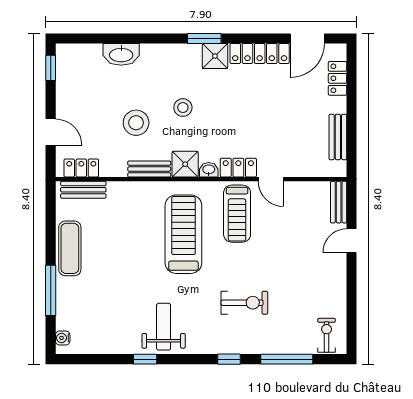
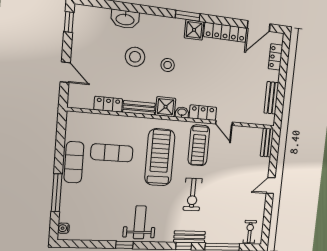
stool: (136, 123) -> (135, 57), moved
locker: (81, 168) -> (108, 104), moved
bench: (83, 190) -> (189, 237), moved
exercise mat: (118, 232) -> (112, 153), added
door: (352, 241) -> (271, 185), moved
exercise bike: (244, 303) -> (193, 194), moved, turned 90

